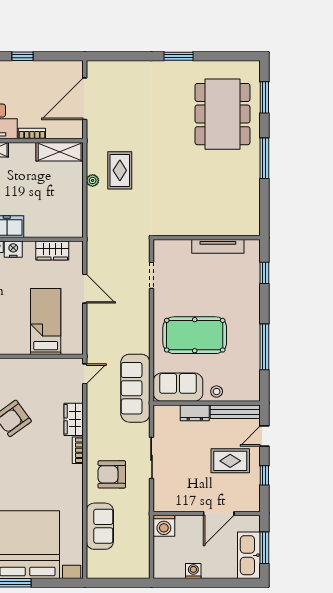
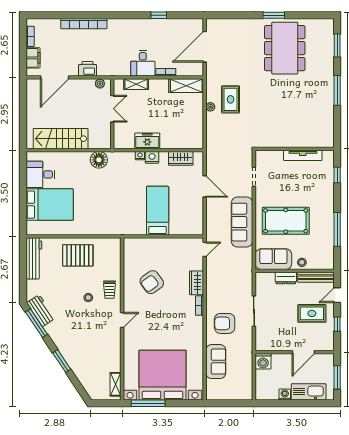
dining table: (223, 114) -> (285, 48), moved
bed: (46, 321) -> (158, 211), moved
sofa: (135, 388) -> (242, 222), moved
kitchen sink: (249, 555) -> (309, 392), moved, turned 90

